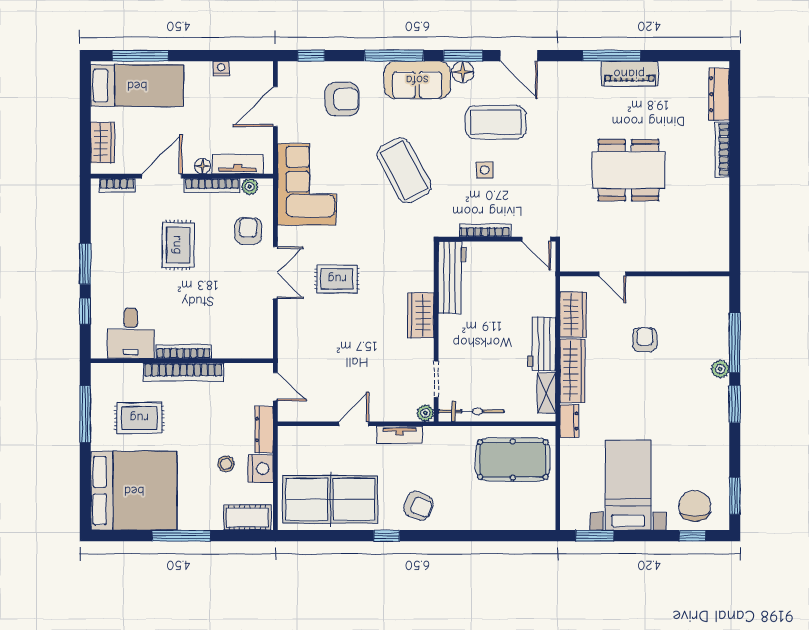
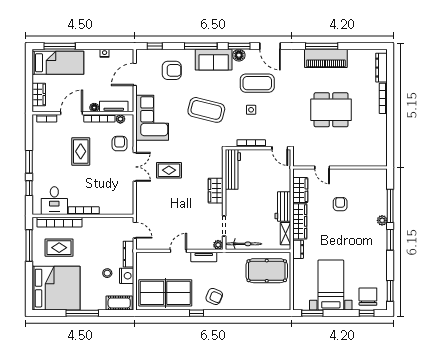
piano: (629, 74) -> (326, 58), width x1.37, depth x1.33
coffee table: (404, 170) -> (206, 110), turned -48
bookcase: (183, 372) -> (59, 222), moved

